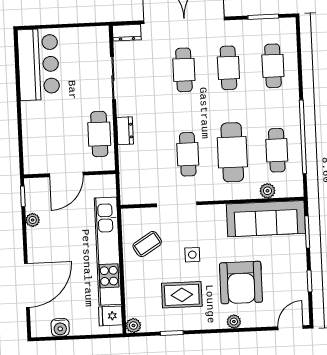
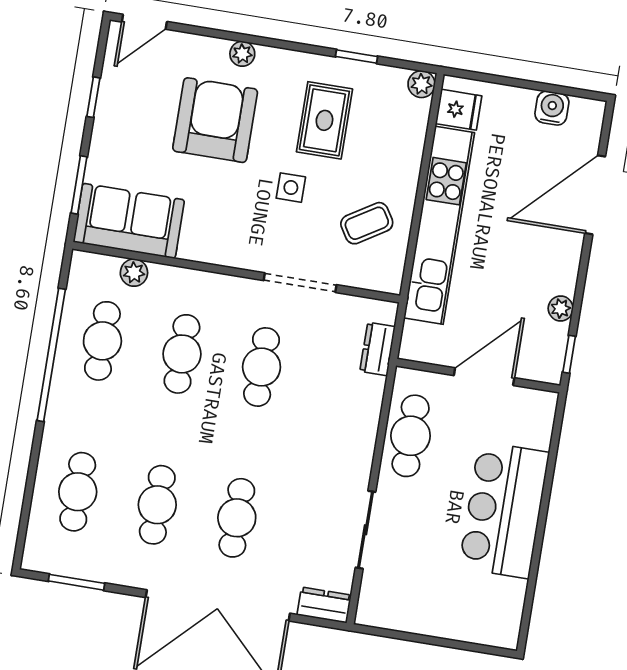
bar counter: (38, 64) -> (504, 510), moved
dresser: (125, 131) -> (378, 349), moved
cafe table: (232, 152) -> (182, 354), width x0.73, depth x0.74
sofa: (266, 219) -> (129, 221), width x0.73
rug: (182, 295) -> (324, 120), turned 90

